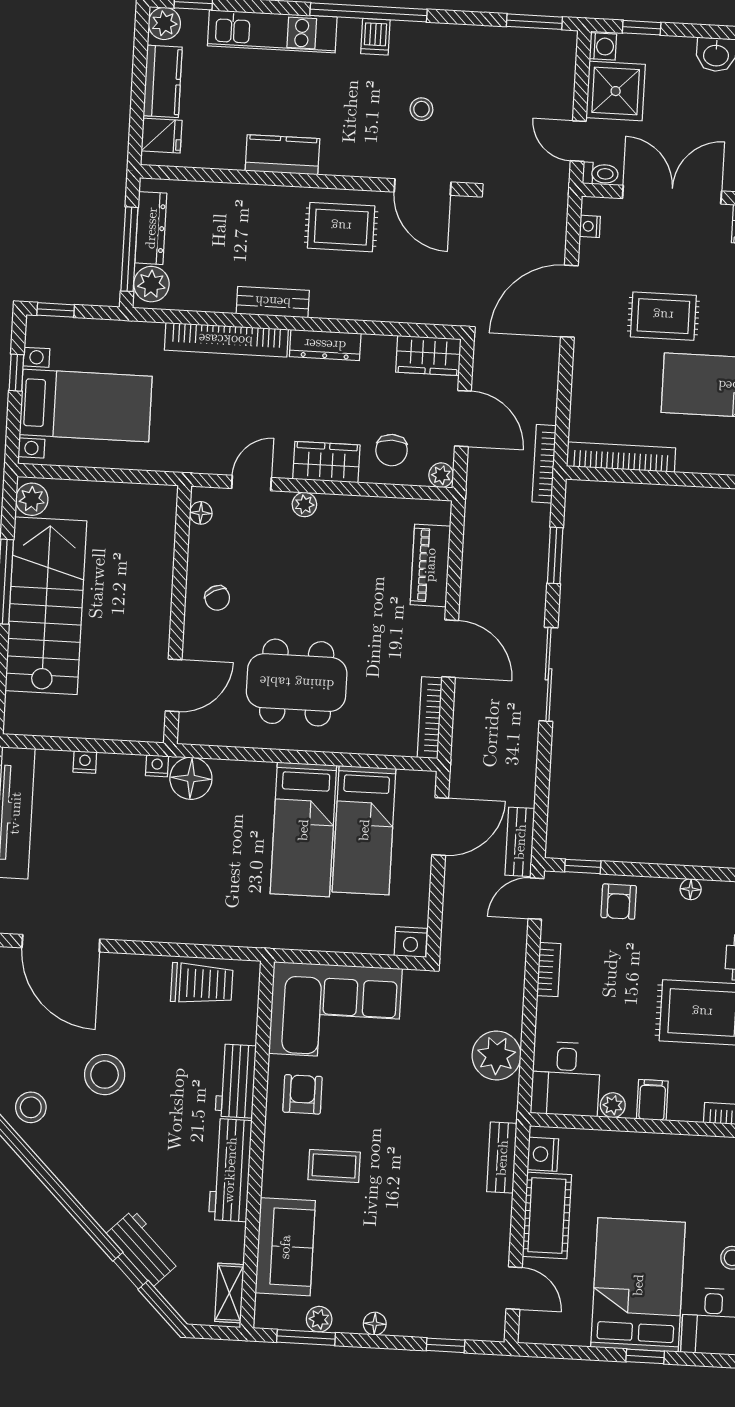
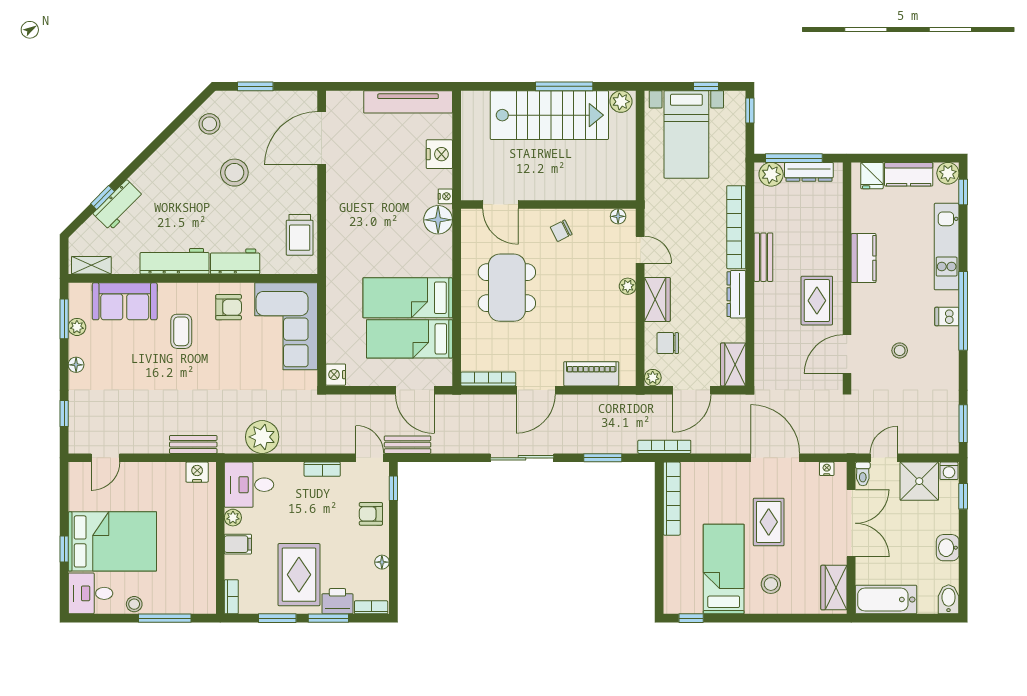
nightstand: (85, 762) -> (439, 154), width x1.89, depth x1.79
cot: (547, 1215) -> (156, 477), removed

